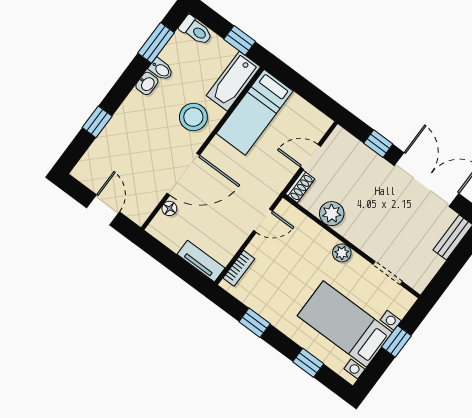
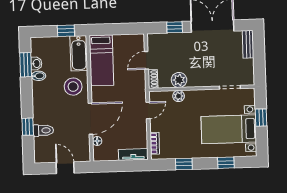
toilet: (196, 30) -> (43, 130), moved
washbasin: (147, 83) -> (36, 63), moved
plant: (342, 253) -> (179, 96), moved

